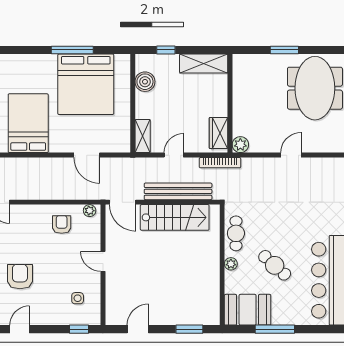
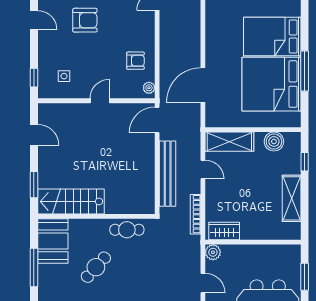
wall: (230, 103) -> (253, 242), moved
bed: (28, 123) -> (272, 36), moved, turned 180
wardrobe: (218, 133) -> (224, 231), moved
shelving: (143, 136) -> (229, 142), width x1.50, depth x1.33
plant: (240, 145) -> (213, 252), moved
door: (87, 155) -> (203, 85), width x1.36
stairs: (175, 217) -> (71, 201), moved, turned 90
plant: (231, 264) -> (97, 225), removed

